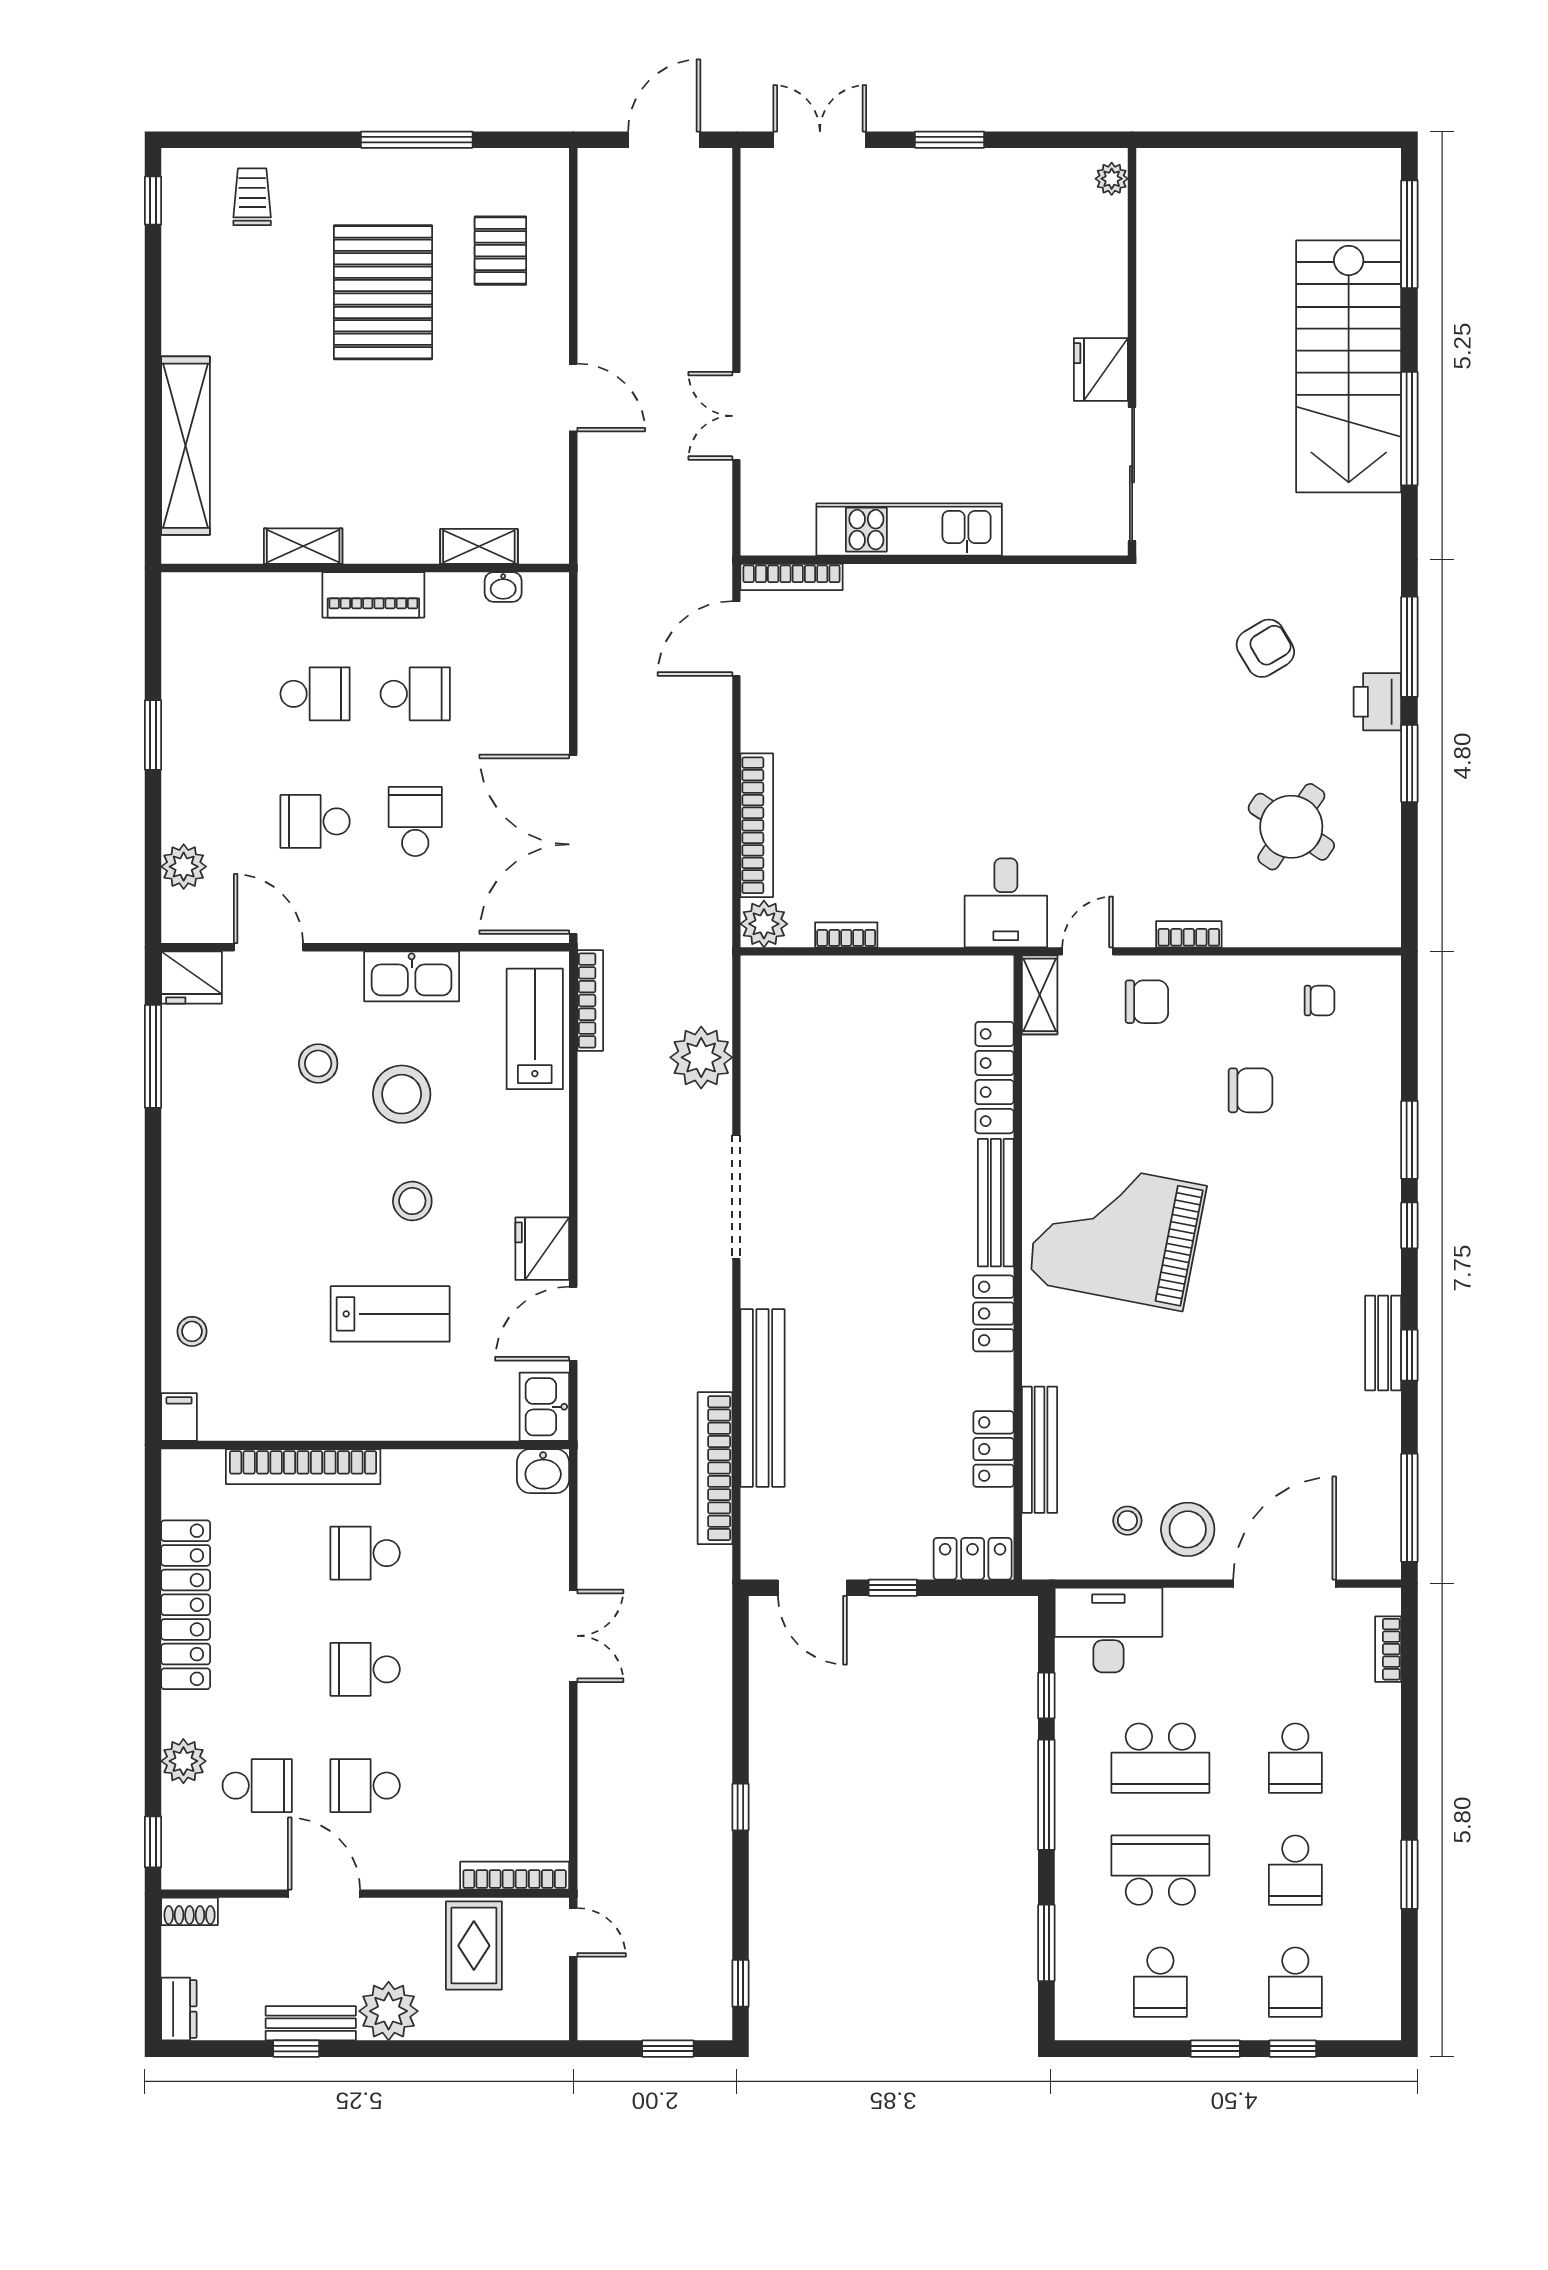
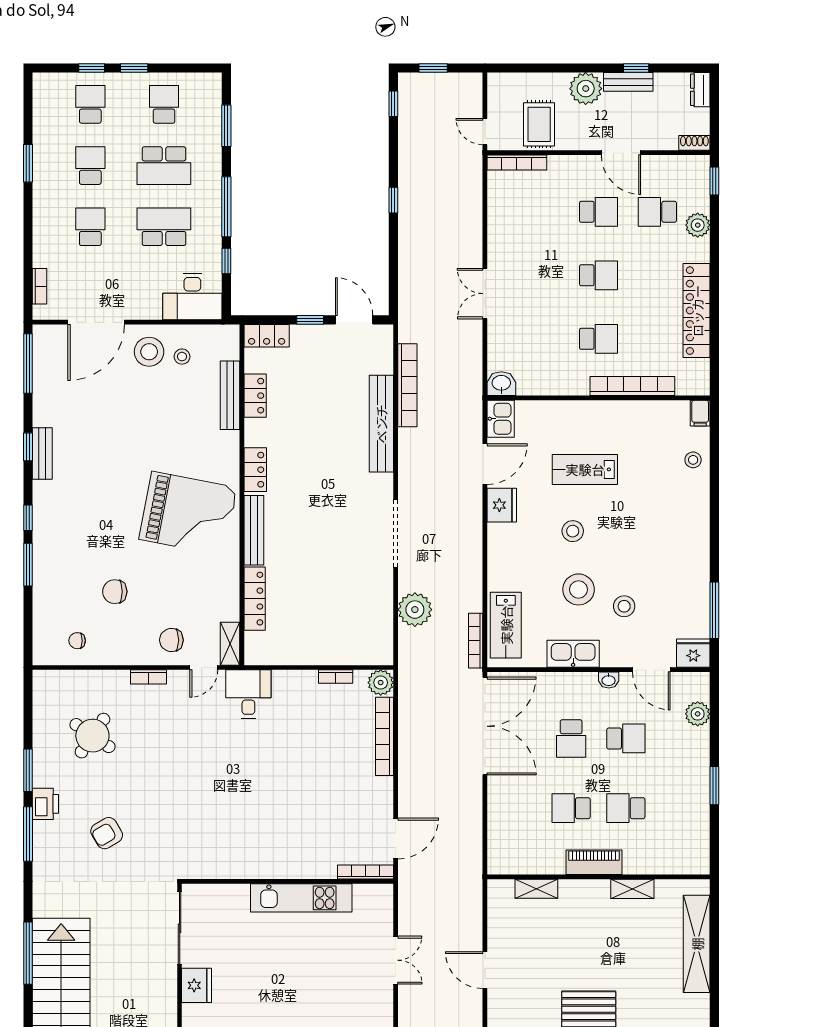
washbasin: (503, 587) -> (609, 680), moved, turned 180

